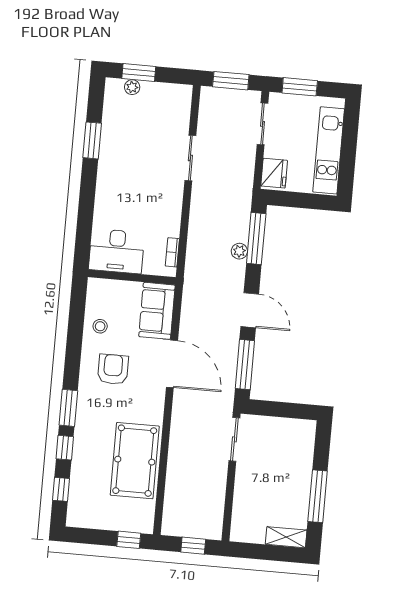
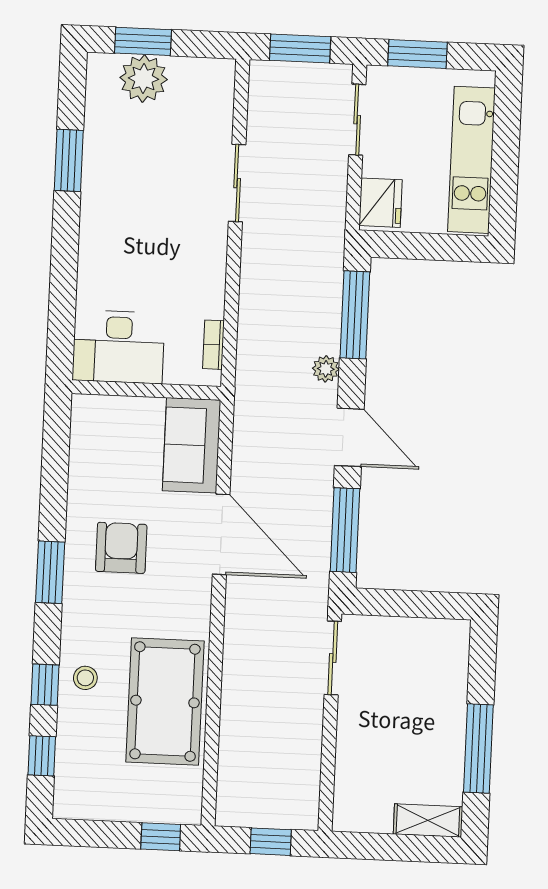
plant: (132, 87) -> (144, 79), width x1.88, depth x1.88
plant: (239, 251) -> (326, 369), moved
stool: (100, 326) -> (85, 678), moved
window: (68, 408) -> (50, 572), moved

